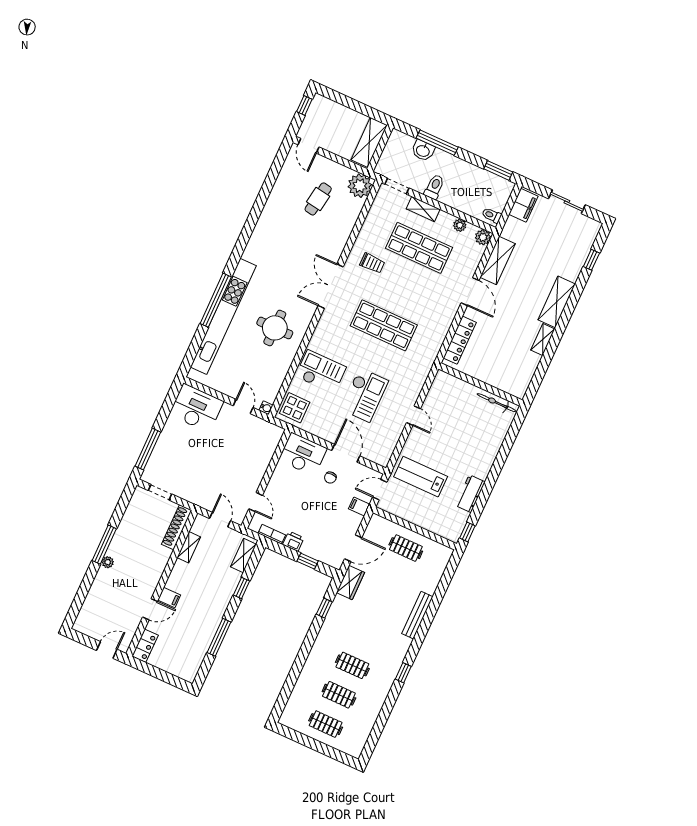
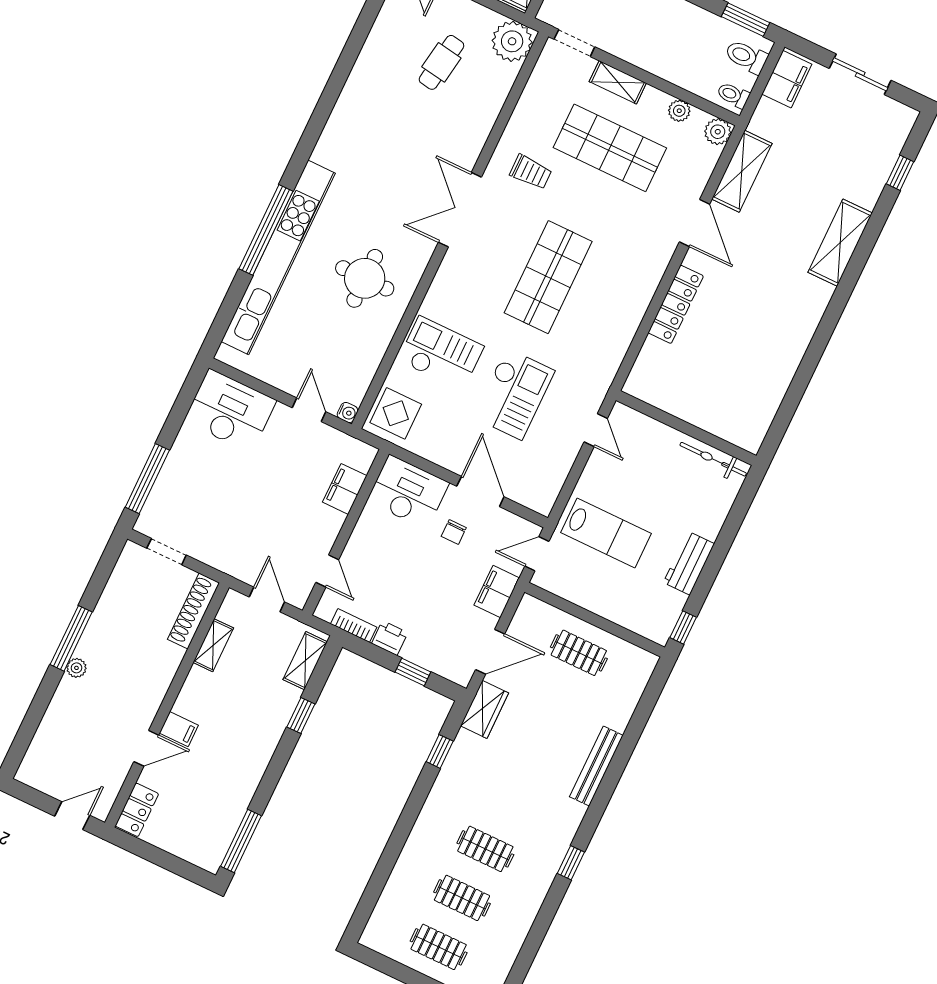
toilet: (434, 187) -> (746, 57), moved, turned -90
shop shelf: (384, 325) -> (548, 277), turned 90
shelving: (543, 340) -> (816, 306), removed
wall: (480, 384) -> (686, 428), moved
bicycle: (497, 403) -> (713, 459), moved
filing cabinet: (265, 453) -> (345, 489), added
lab bench: (421, 477) -> (606, 533), turned 180
filing cabinet: (359, 506) -> (497, 591), width x2.00
window: (219, 637) -> (241, 841), moved

